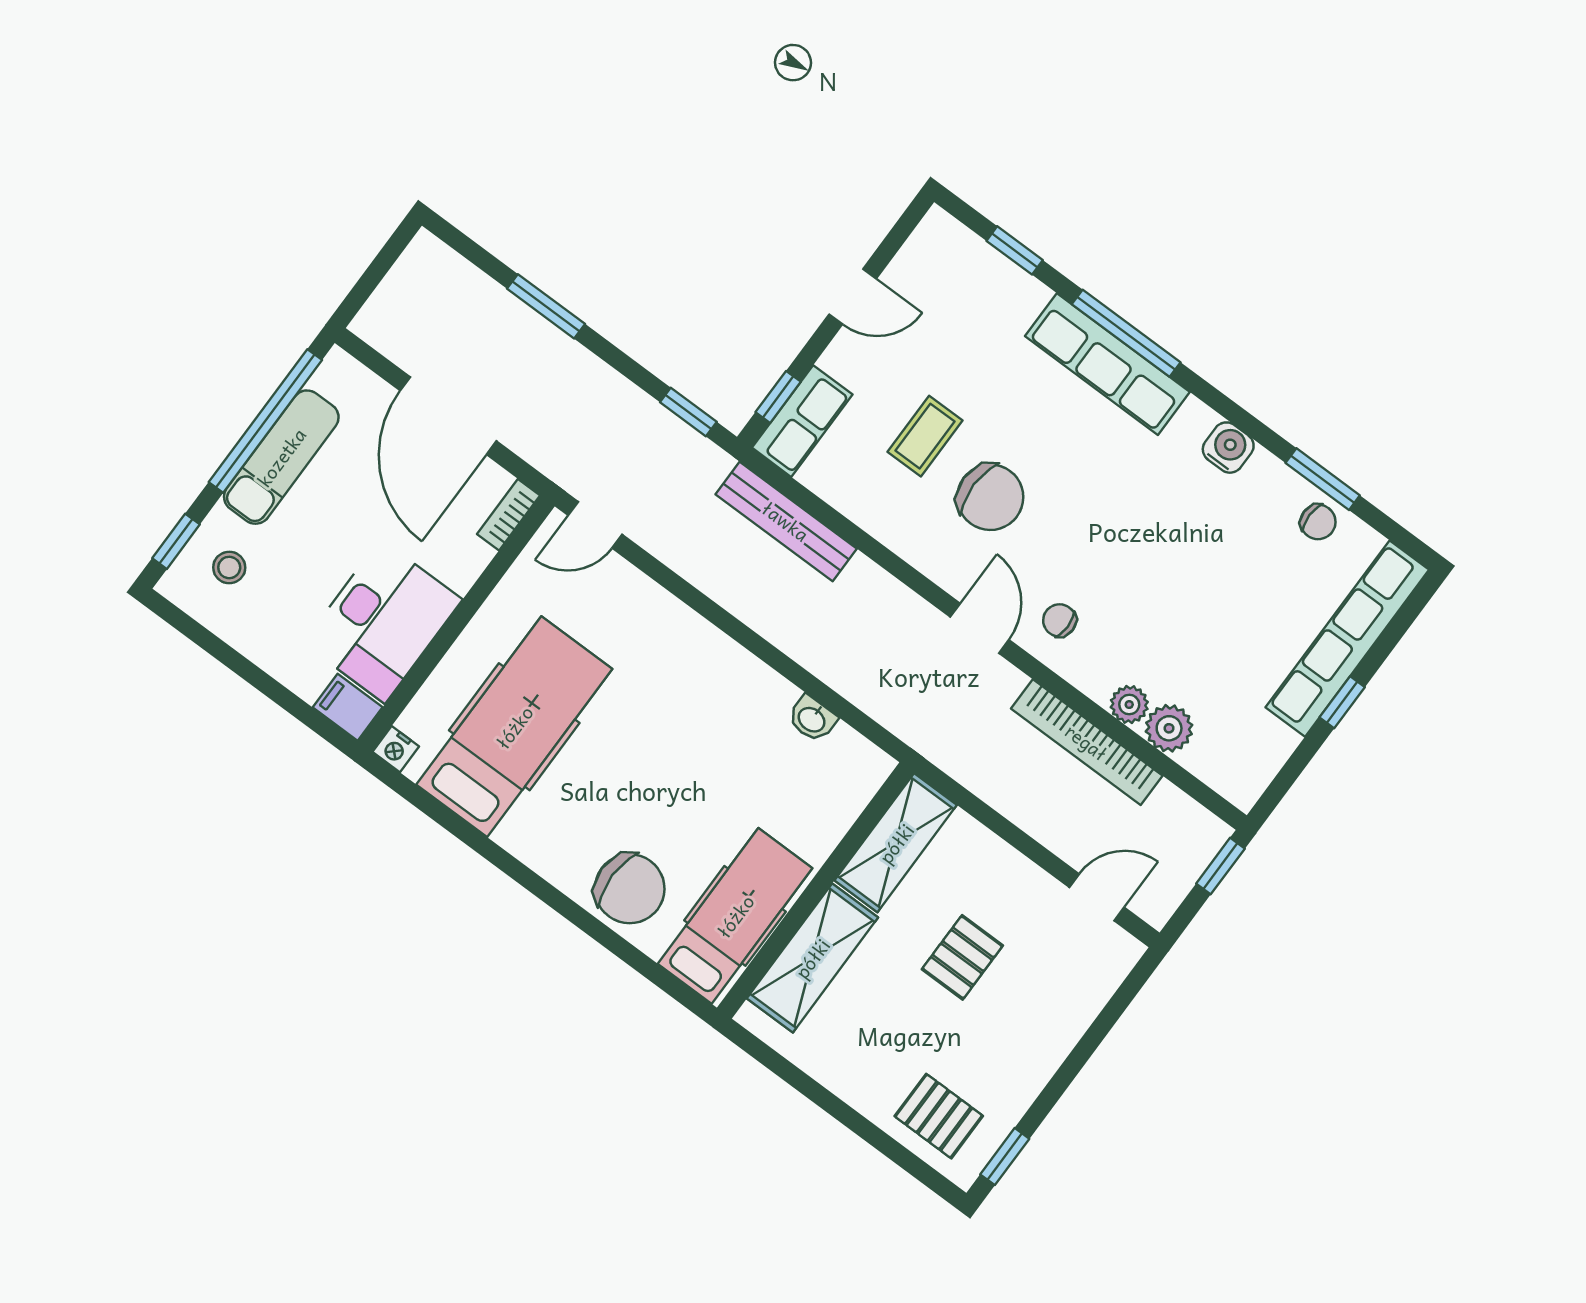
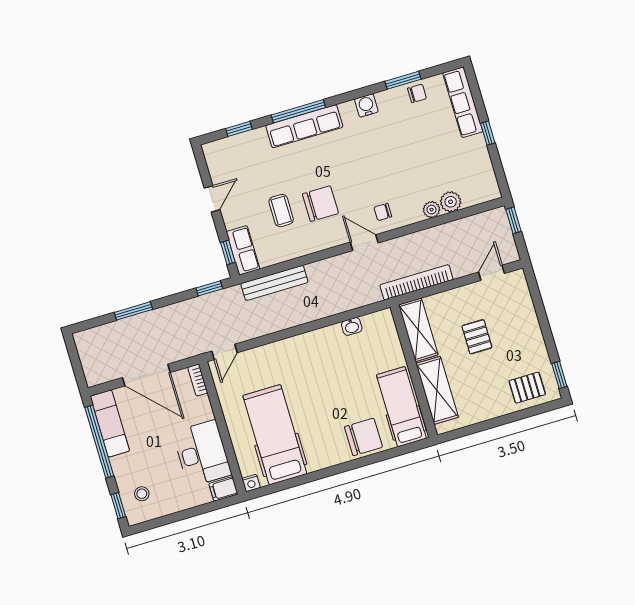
exam couch: (281, 457) -> (110, 424), moved
row of seats: (1347, 639) -> (463, 102), width x0.73
bookcase: (1087, 742) -> (416, 282), moved, turned 180

